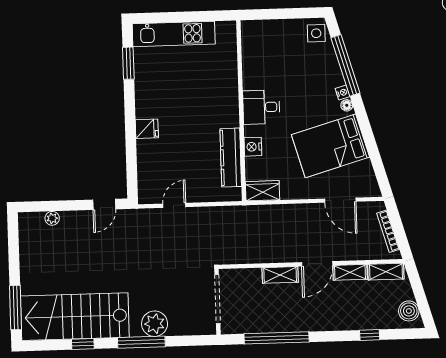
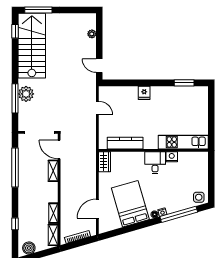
kitchen unit: (174, 34) -> (183, 142), moved, turned 90
nightstand: (253, 147) -> (172, 157), moved
door: (317, 264) -> (59, 149), moved
window: (141, 342) -> (15, 98), moved
window: (83, 344) -> (15, 31), moved

